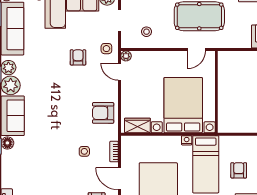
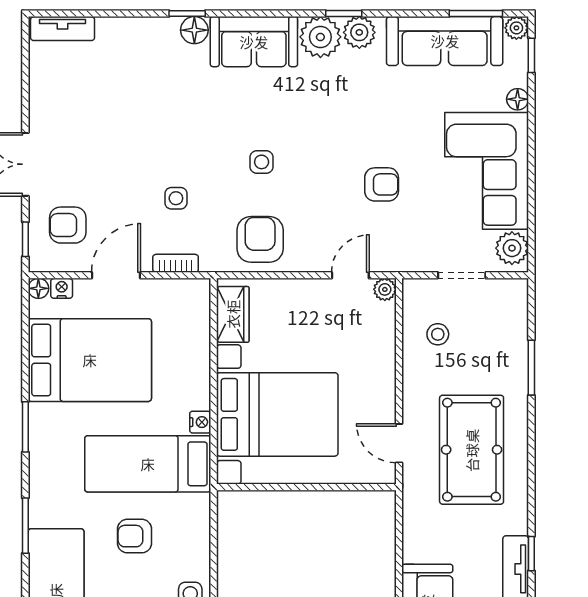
side table: (106, 49) -> (262, 162), moved
armchair: (239, 170) -> (135, 536), turned 180

